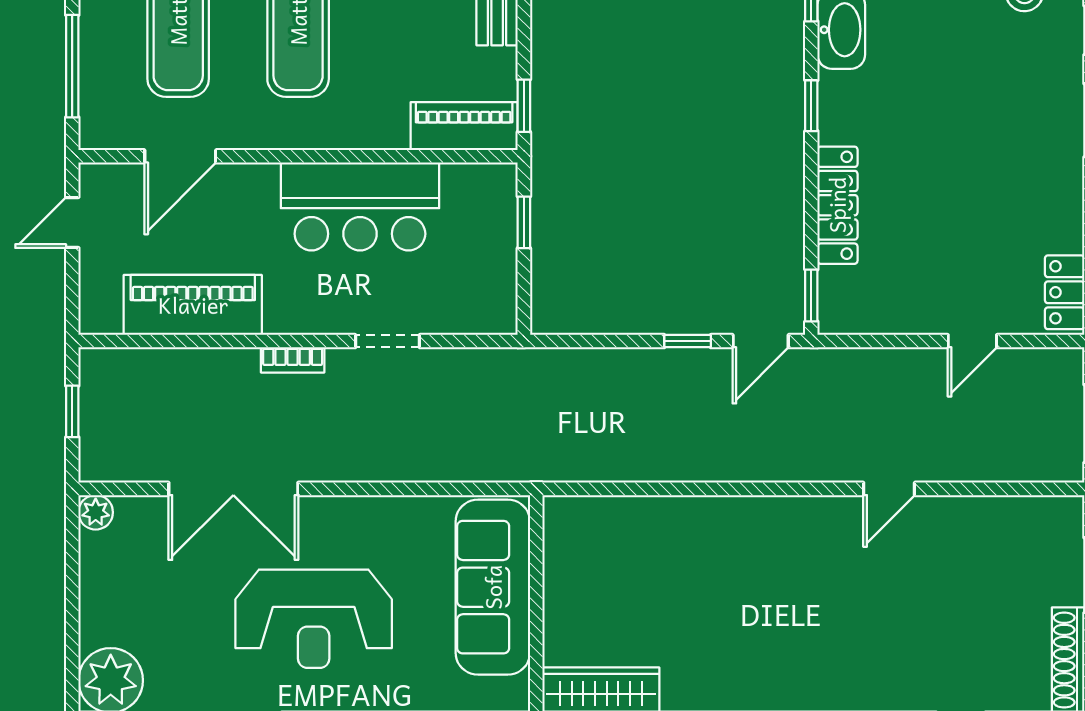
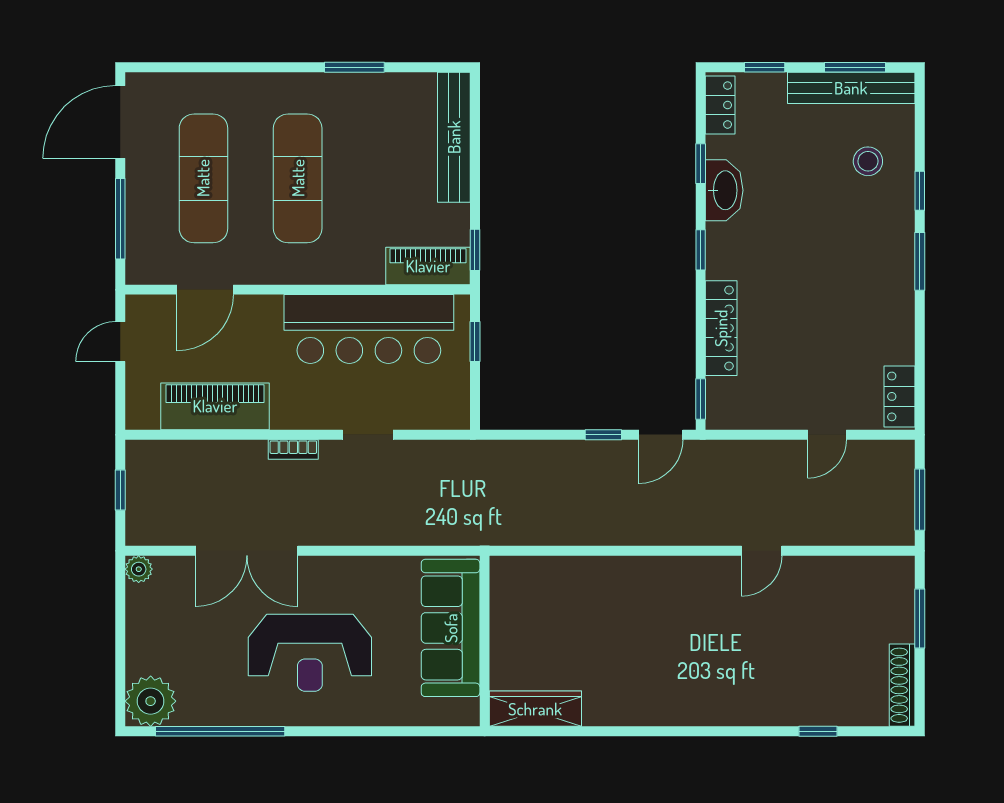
bar counter: (360, 206) -> (369, 329), width x1.36

